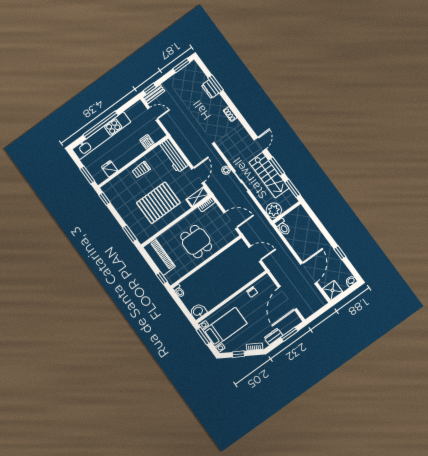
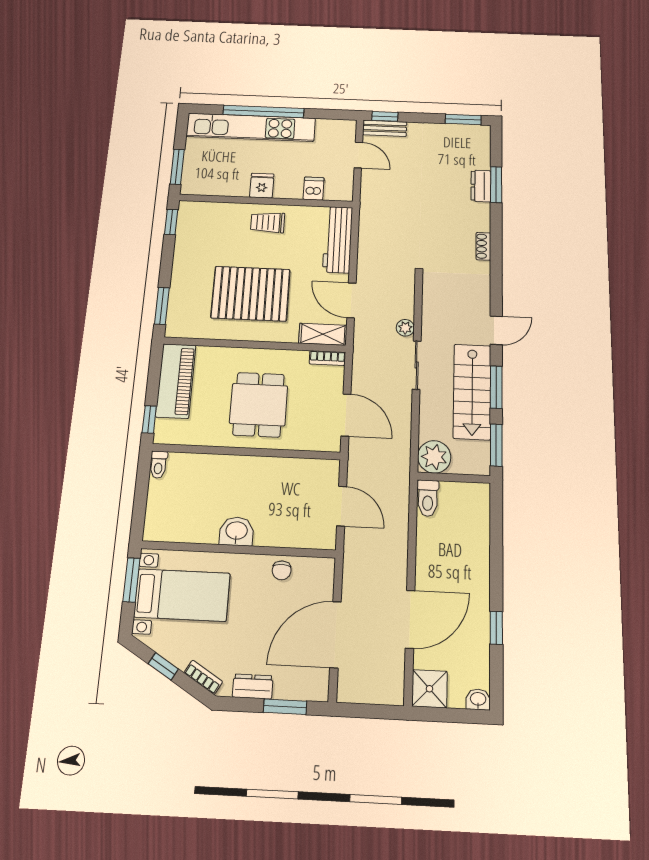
fridge: (110, 169) -> (262, 186), moved
door: (198, 175) -> (351, 300), swing flipped
washbasin: (198, 312) -> (236, 531), moved

